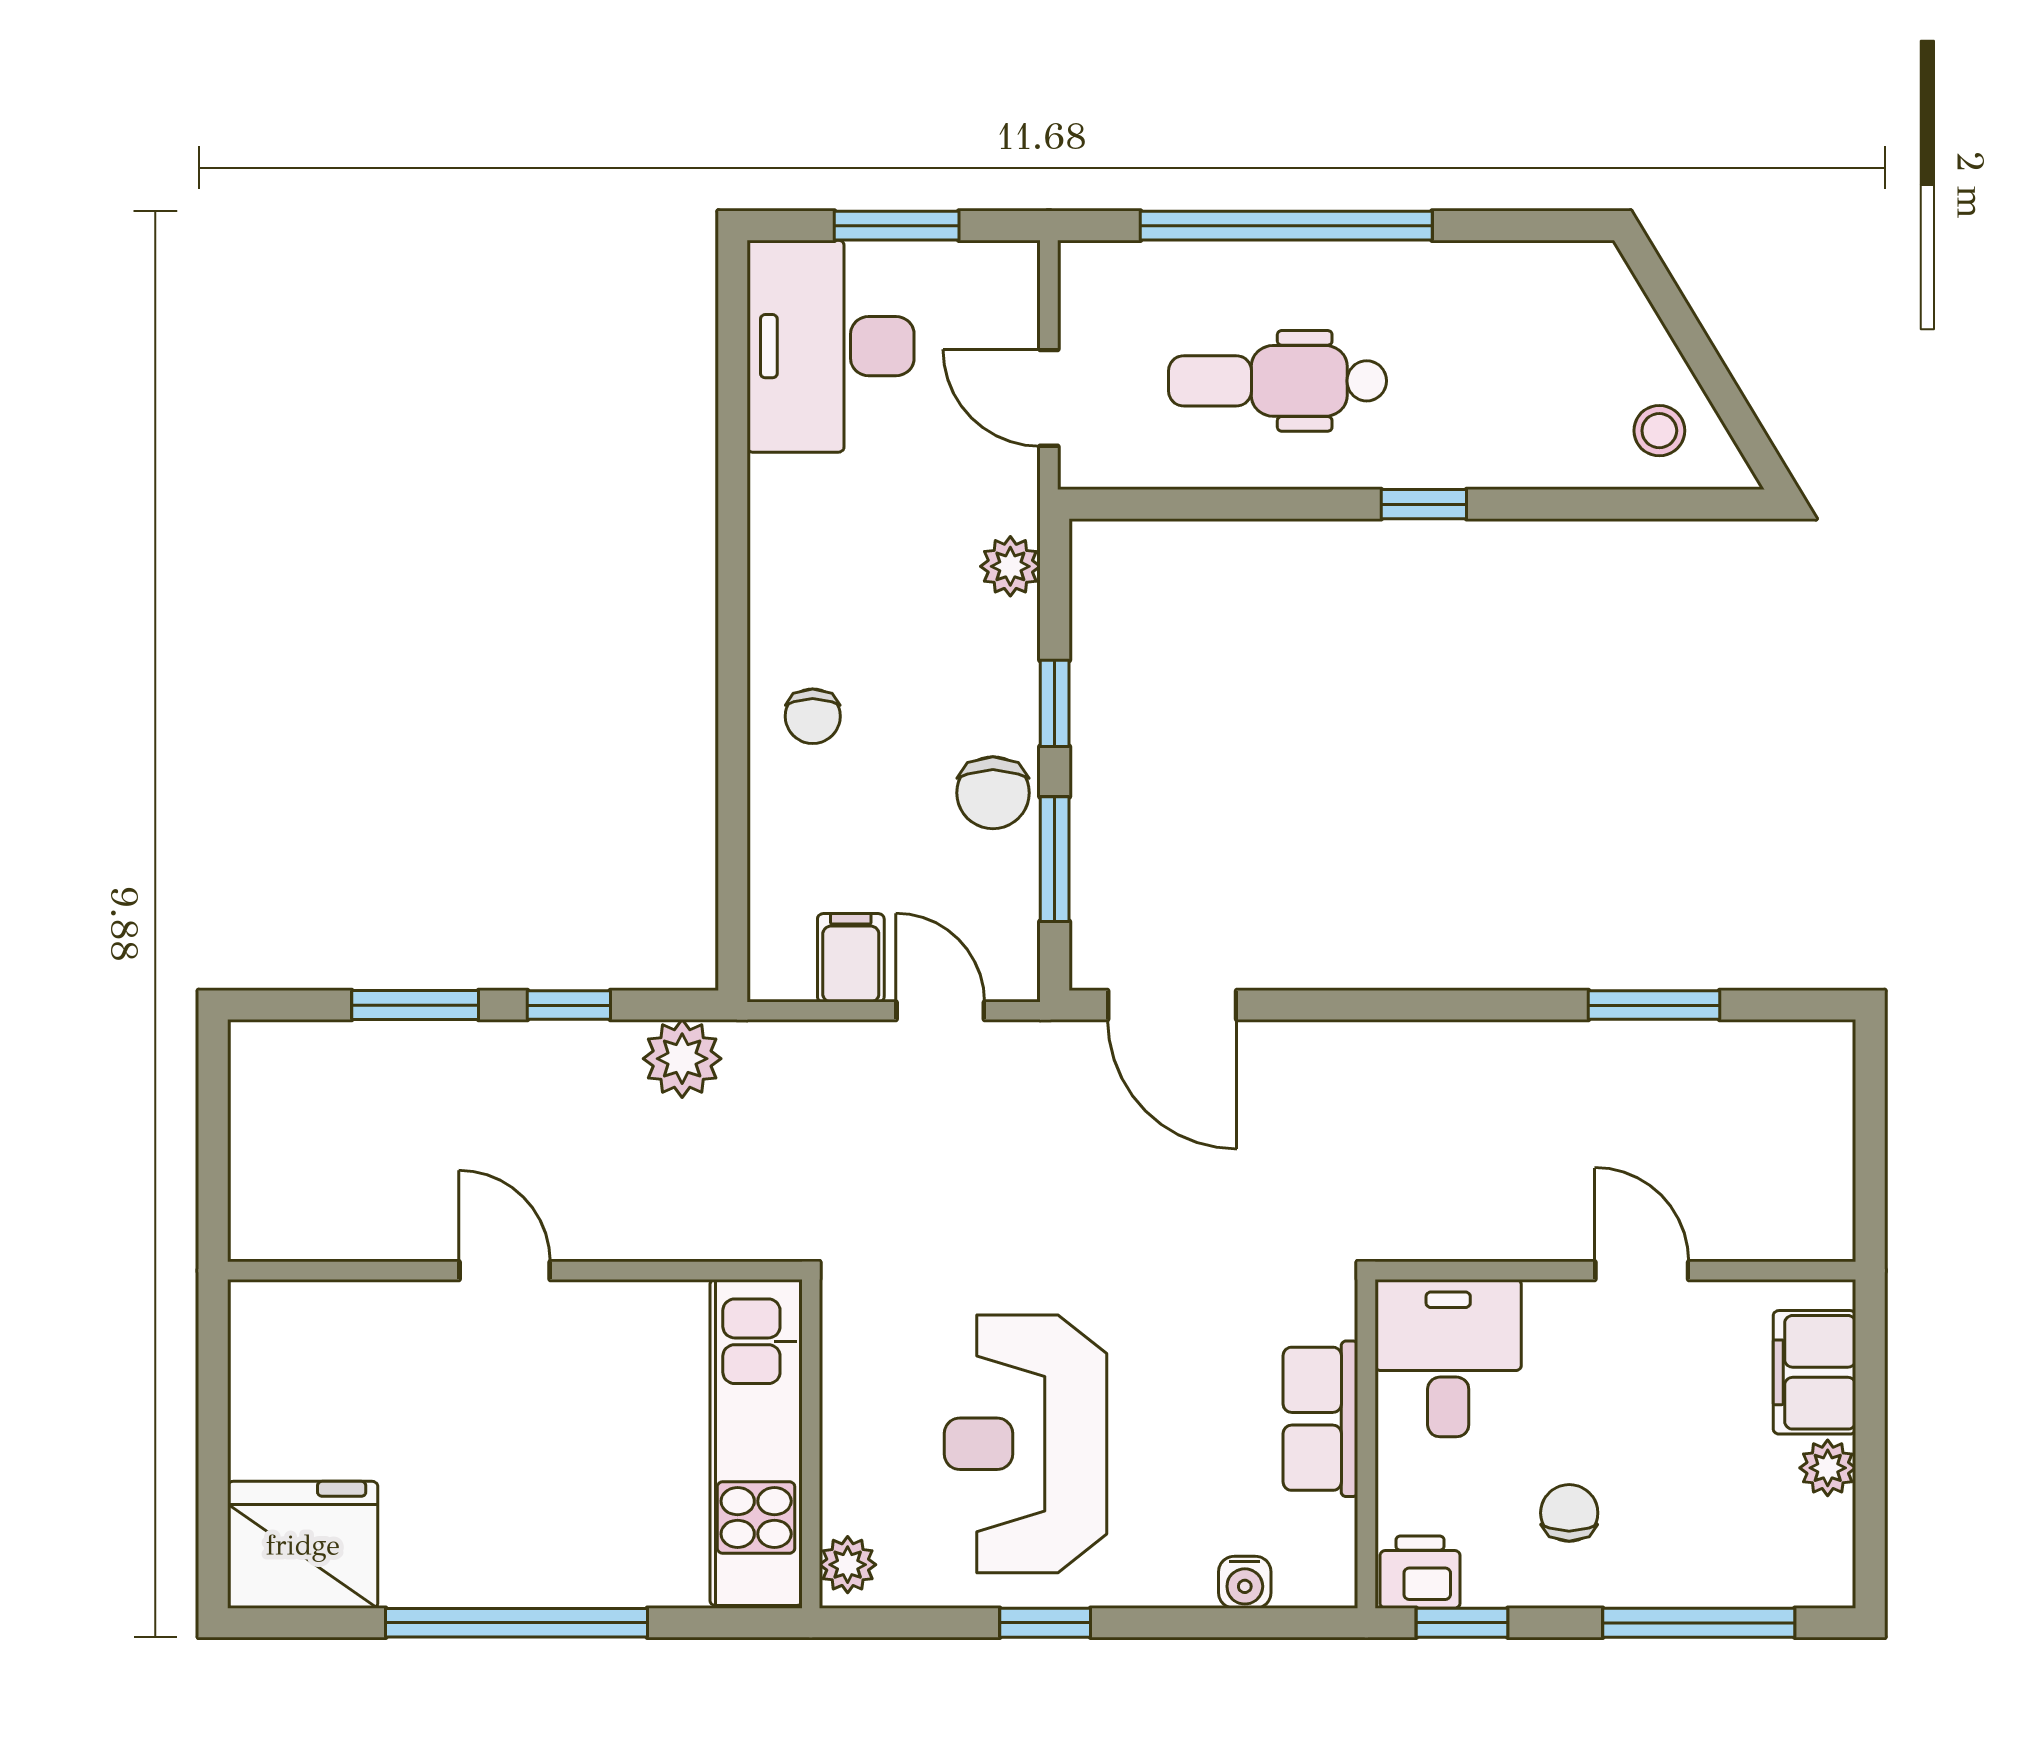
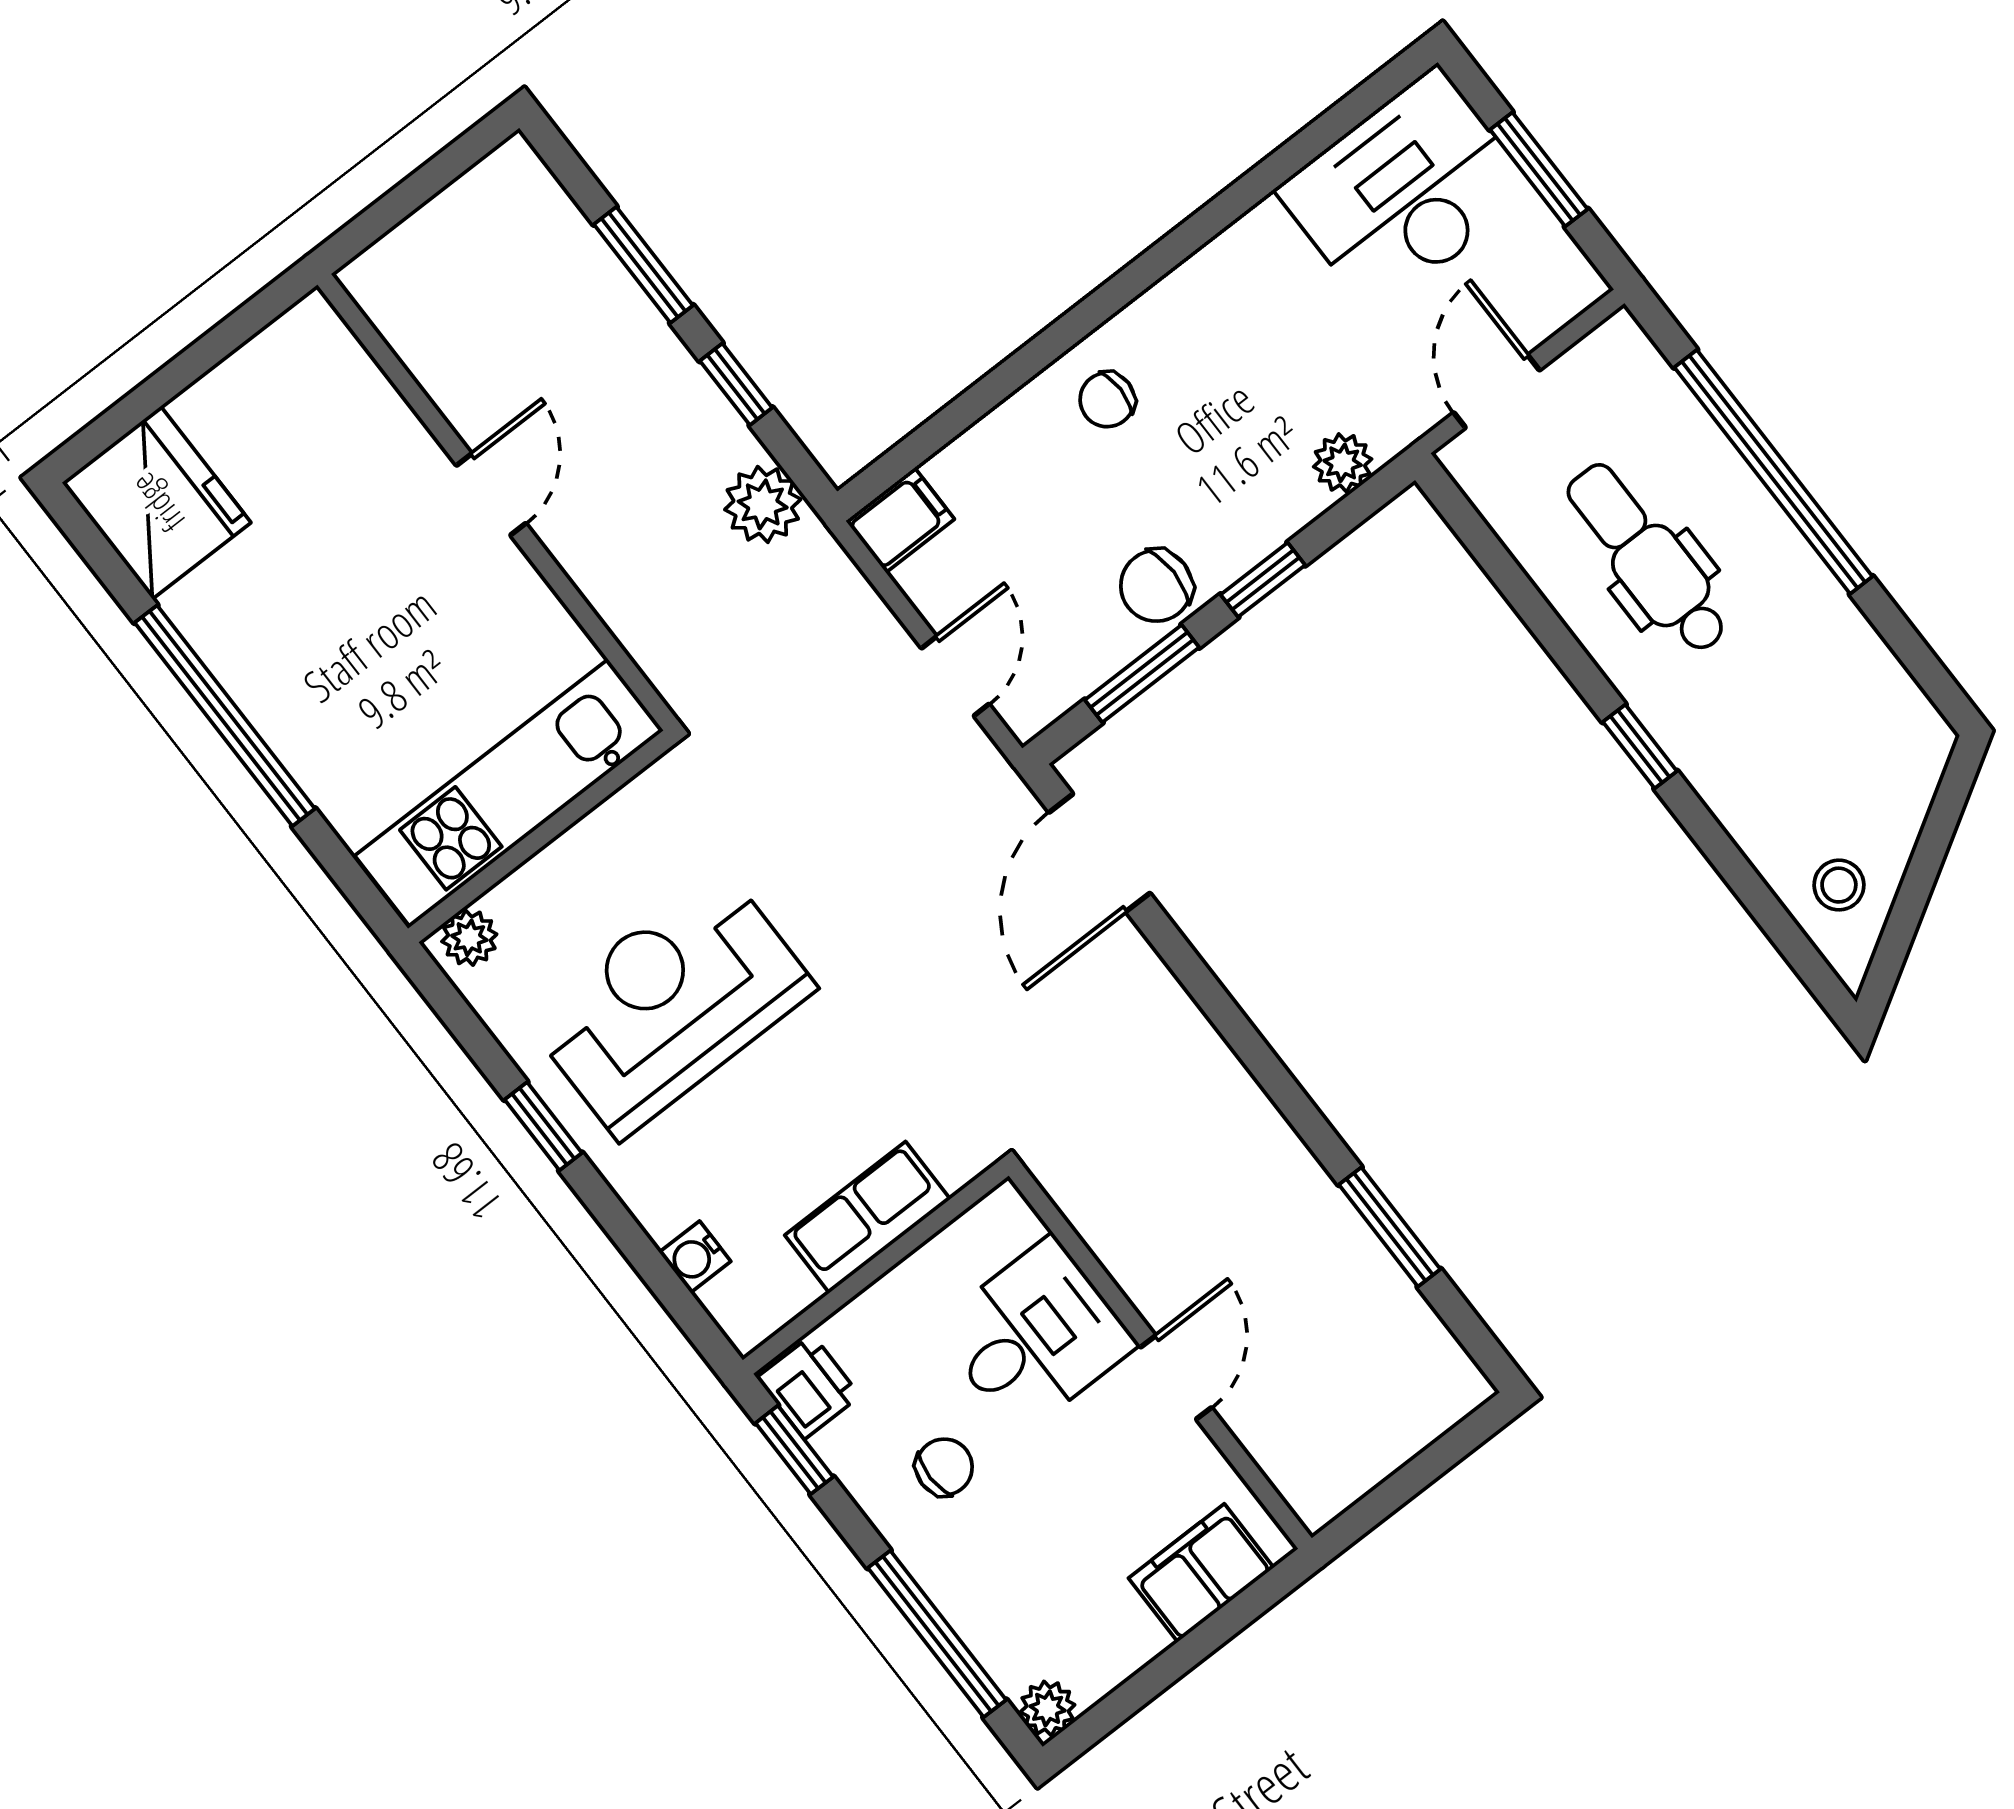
filing cabinet: (851, 958) -> (900, 520), moved
desk: (1448, 1358) -> (1035, 1336), moved
plant: (1828, 1468) -> (1048, 1708), moved

